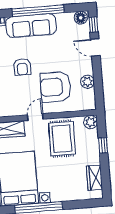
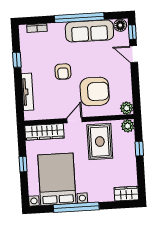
sofa: (31, 26) -> (89, 31), moved
plant: (87, 82) -> (127, 108), moved
armchair: (56, 87) -> (95, 92), turned 180
wardrobe: (94, 178) -> (126, 194), moved, turned 90

